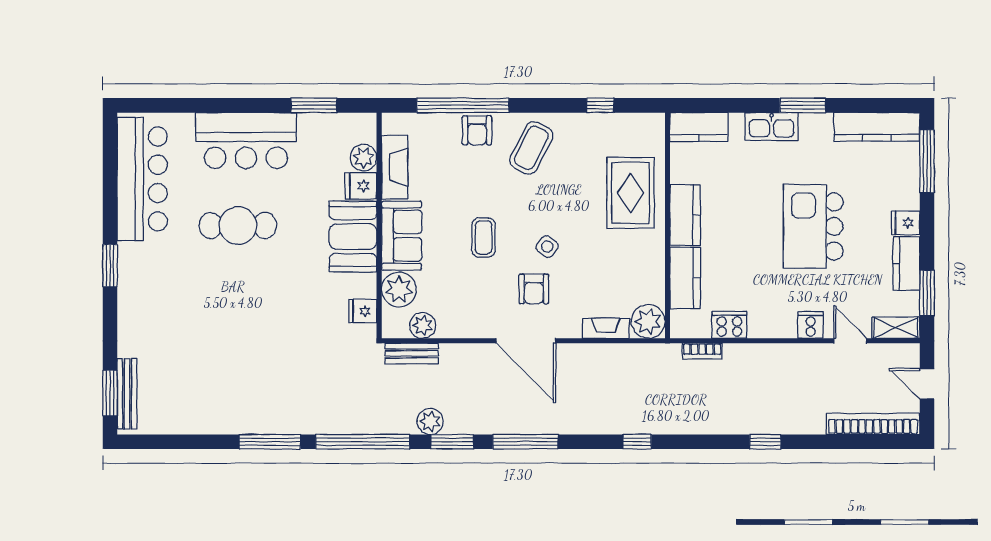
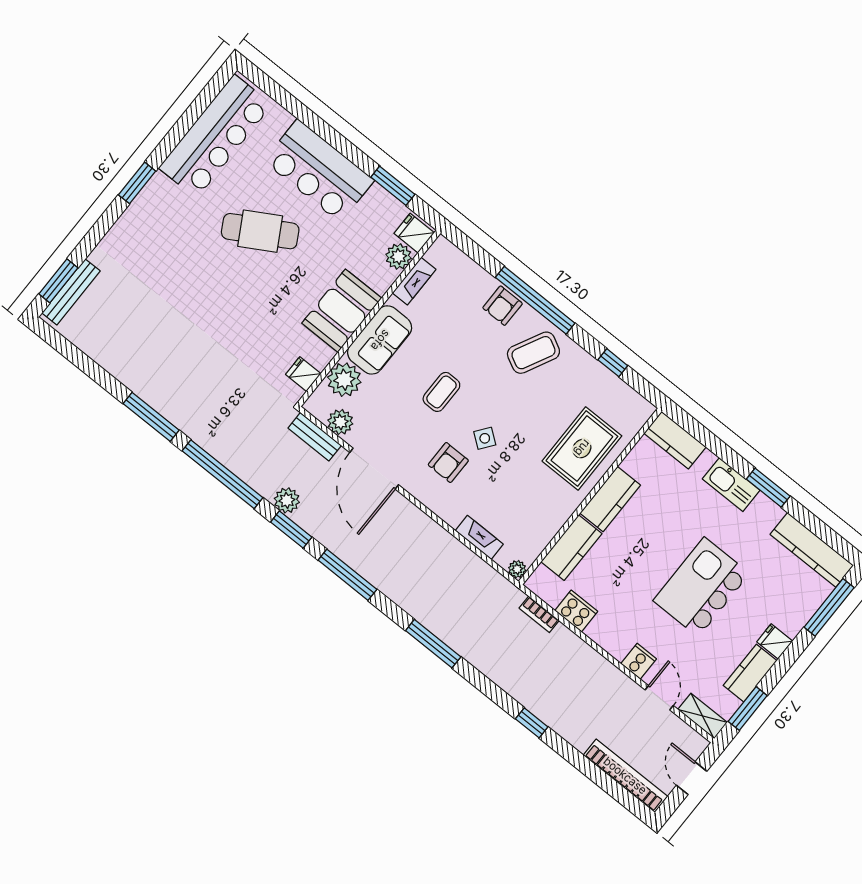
window: (463, 105) -> (535, 300), moved
fireplace: (395, 167) -> (414, 281), width x0.73, depth x0.76
fridge: (361, 186) -> (414, 233), moved
cafe table: (238, 226) -> (260, 231), turned -30
plant: (648, 321) -> (517, 569), width x0.53, depth x0.53
door: (526, 341) -> (374, 469), moved
window: (637, 442) -> (433, 644), width x2.17

